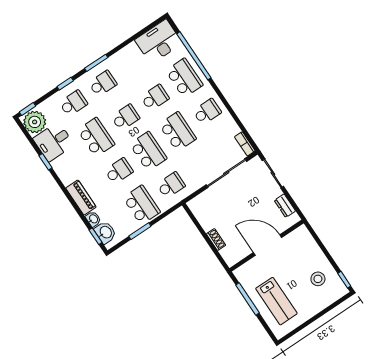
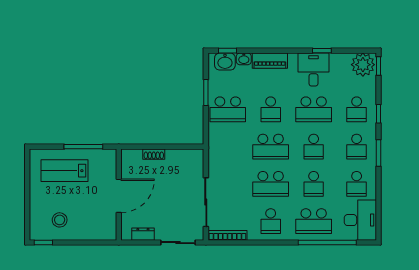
desk: (54, 142) -> (313, 70), moved
bookcase: (245, 144) -> (227, 235), width x1.56
school desk: (171, 185) -> (357, 184), moved

